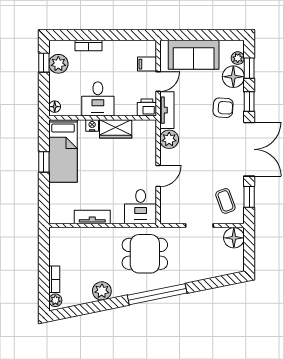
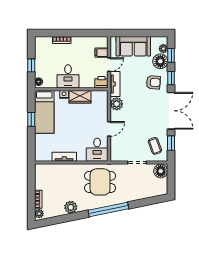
window: (44, 63) -> (31, 65), moved
plant: (58, 64) -> (41, 52), removed

